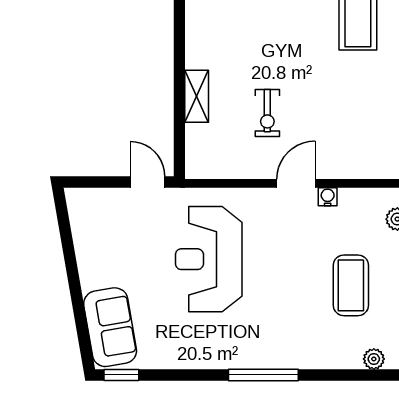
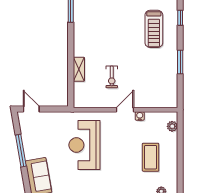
door: (148, 182) -> (31, 109), moved
window: (72, 271) -> (21, 151), added

